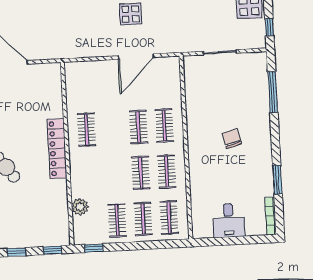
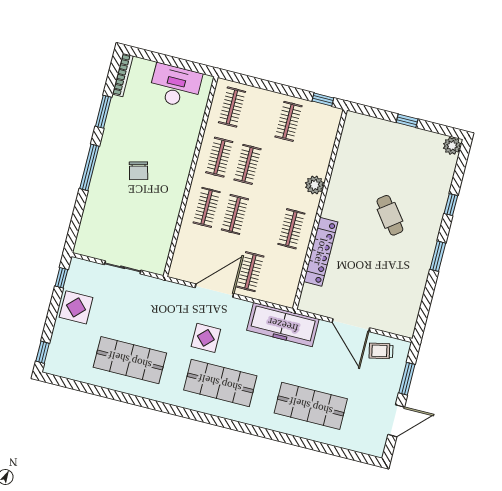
freezer: (68, 46) -> (283, 325), added
window: (273, 92) -> (89, 167), moved
locker: (57, 149) -> (321, 252), moved
plant: (80, 207) -> (315, 185), moved
clothes rail: (143, 219) -> (250, 272), moved
desk: (229, 220) -> (175, 86), width x1.37
window: (53, 250) -> (368, 111), removed

